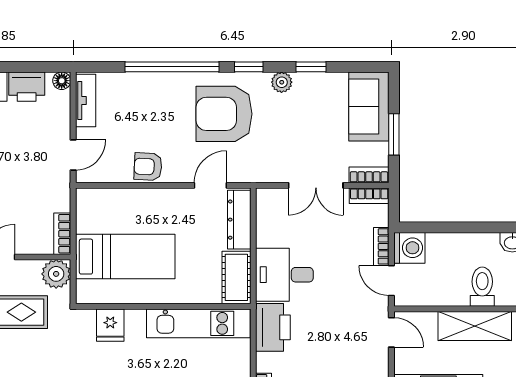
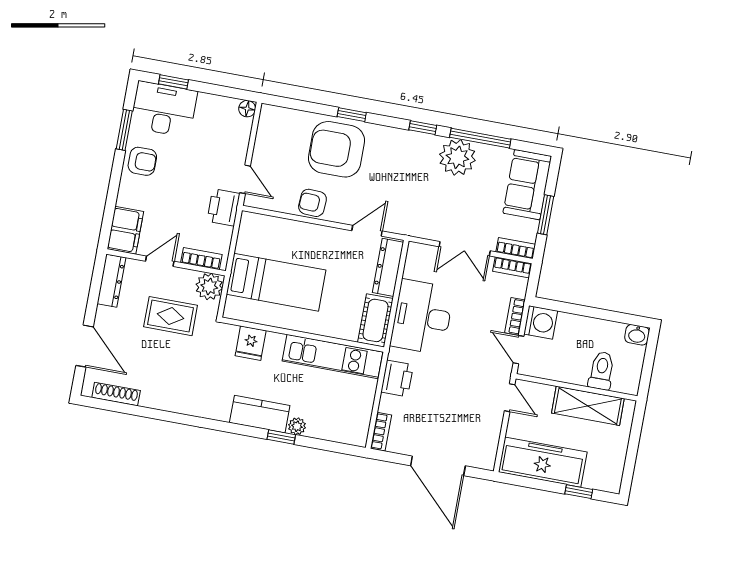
window: (172, 67) -> (352, 115), width x0.32
window: (311, 67) -> (480, 138), width x2.17
plant: (282, 82) -> (457, 157), width x1.87, depth x1.87
printer: (27, 87) -> (223, 207), moved, turned 90
tv unit: (86, 101) -> (266, 131), removed
armchair: (224, 114) -> (336, 149), moved
door: (73, 155) -> (245, 179), hinge flipped
bookcase: (62, 234) -> (201, 259), moved, turned 90
desk: (284, 275) -> (422, 317), width x1.37
printer: (273, 327) -> (397, 378), width x0.73, depth x0.84

